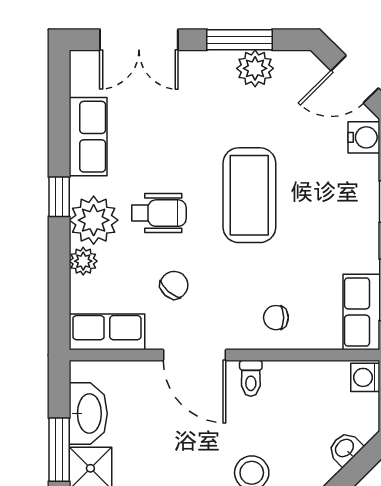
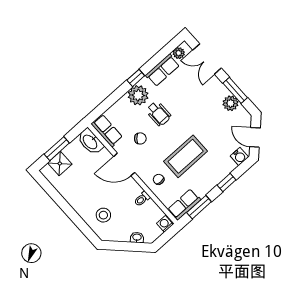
coffee table: (249, 195) -> (186, 156), moved
plant: (83, 261) -> (179, 53), moved
door: (195, 355) -> (124, 164), hinge flipped
toilet: (251, 378) -> (142, 199), moved
washbasin: (88, 414) -> (90, 142), moved, turned 90

